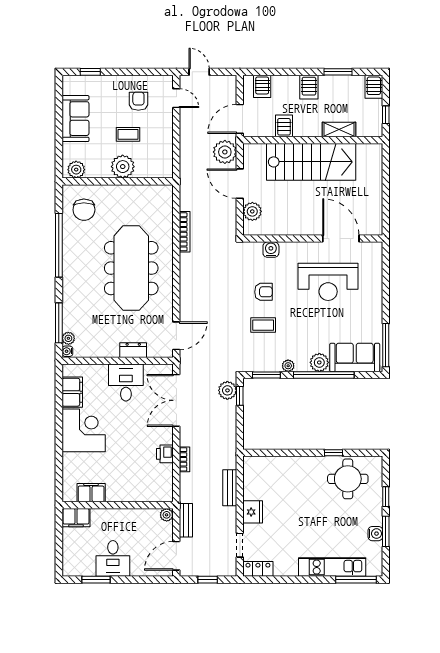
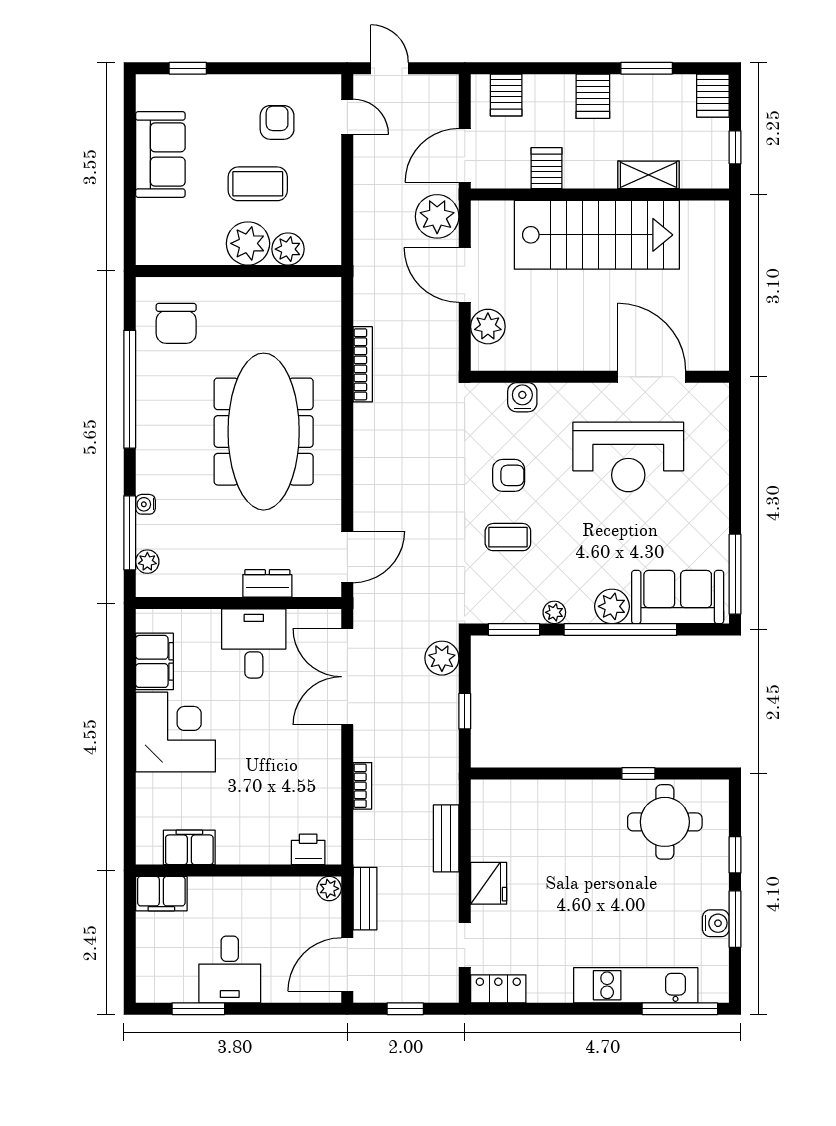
coffee table: (128, 134) -> (258, 184), width x1.36, depth x1.30
plant: (76, 170) -> (288, 249), moved
water cooler: (67, 351) -> (145, 504), moved
window: (240, 396) -> (465, 711), moved
printer: (165, 454) -> (308, 849), moved, turned 90

